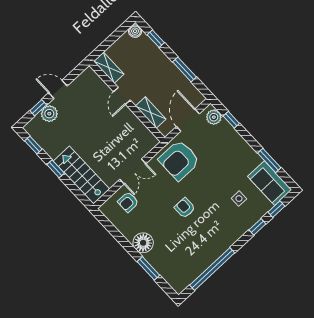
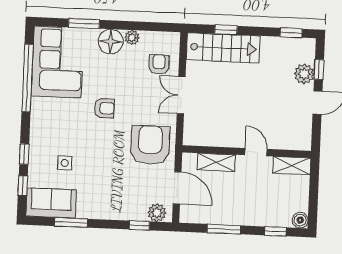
window: (56, 169) -> (226, 30), moved
plant: (128, 233) -> (132, 38), added
corner sofa: (186, 261) -> (58, 62), added

